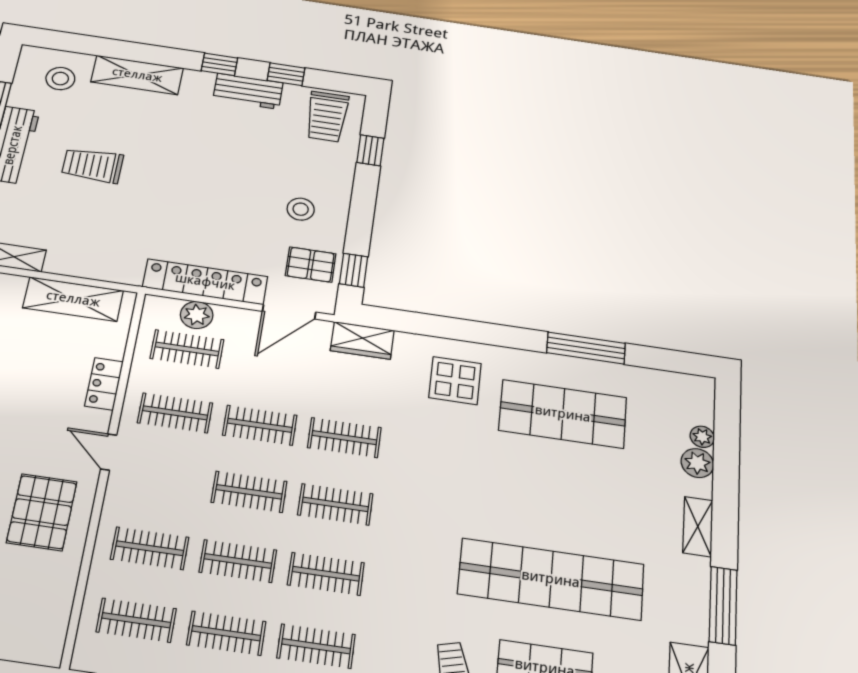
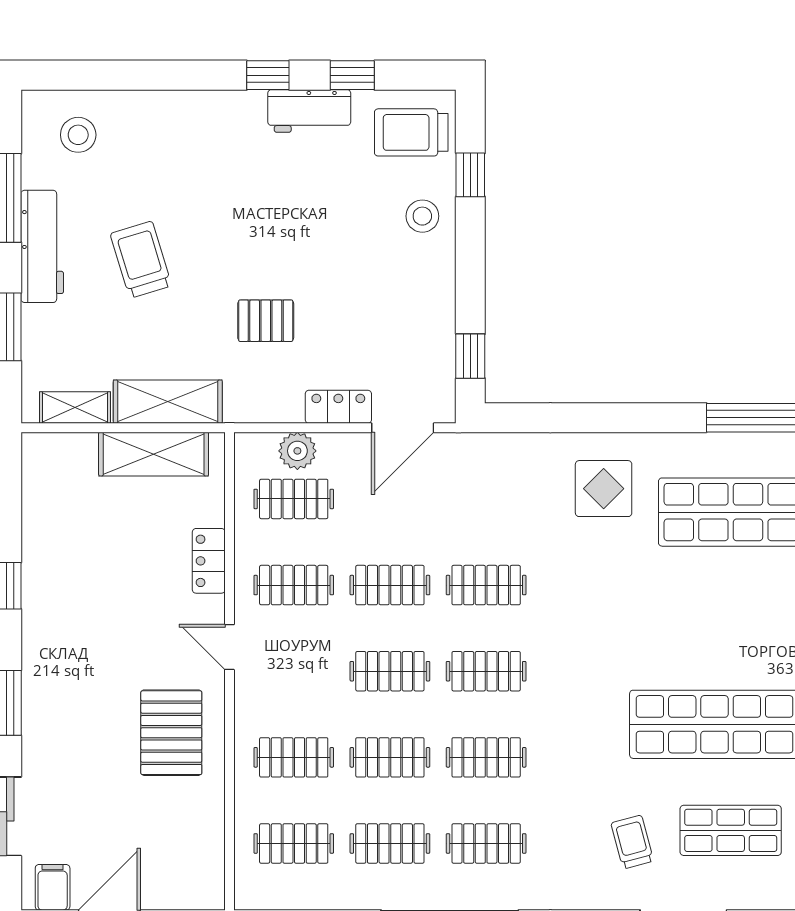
shelving: (137, 75) -> (168, 402), moved
trolley: (327, 117) -> (411, 132), turned 90
trolley: (93, 165) -> (141, 260), turned 73
stool: (301, 209) -> (422, 216), moved
pallet: (311, 265) -> (266, 321), moved
locker: (205, 282) -> (338, 407), width x0.46, depth x0.83
wardrobe: (362, 340) -> (492, 452), removed

